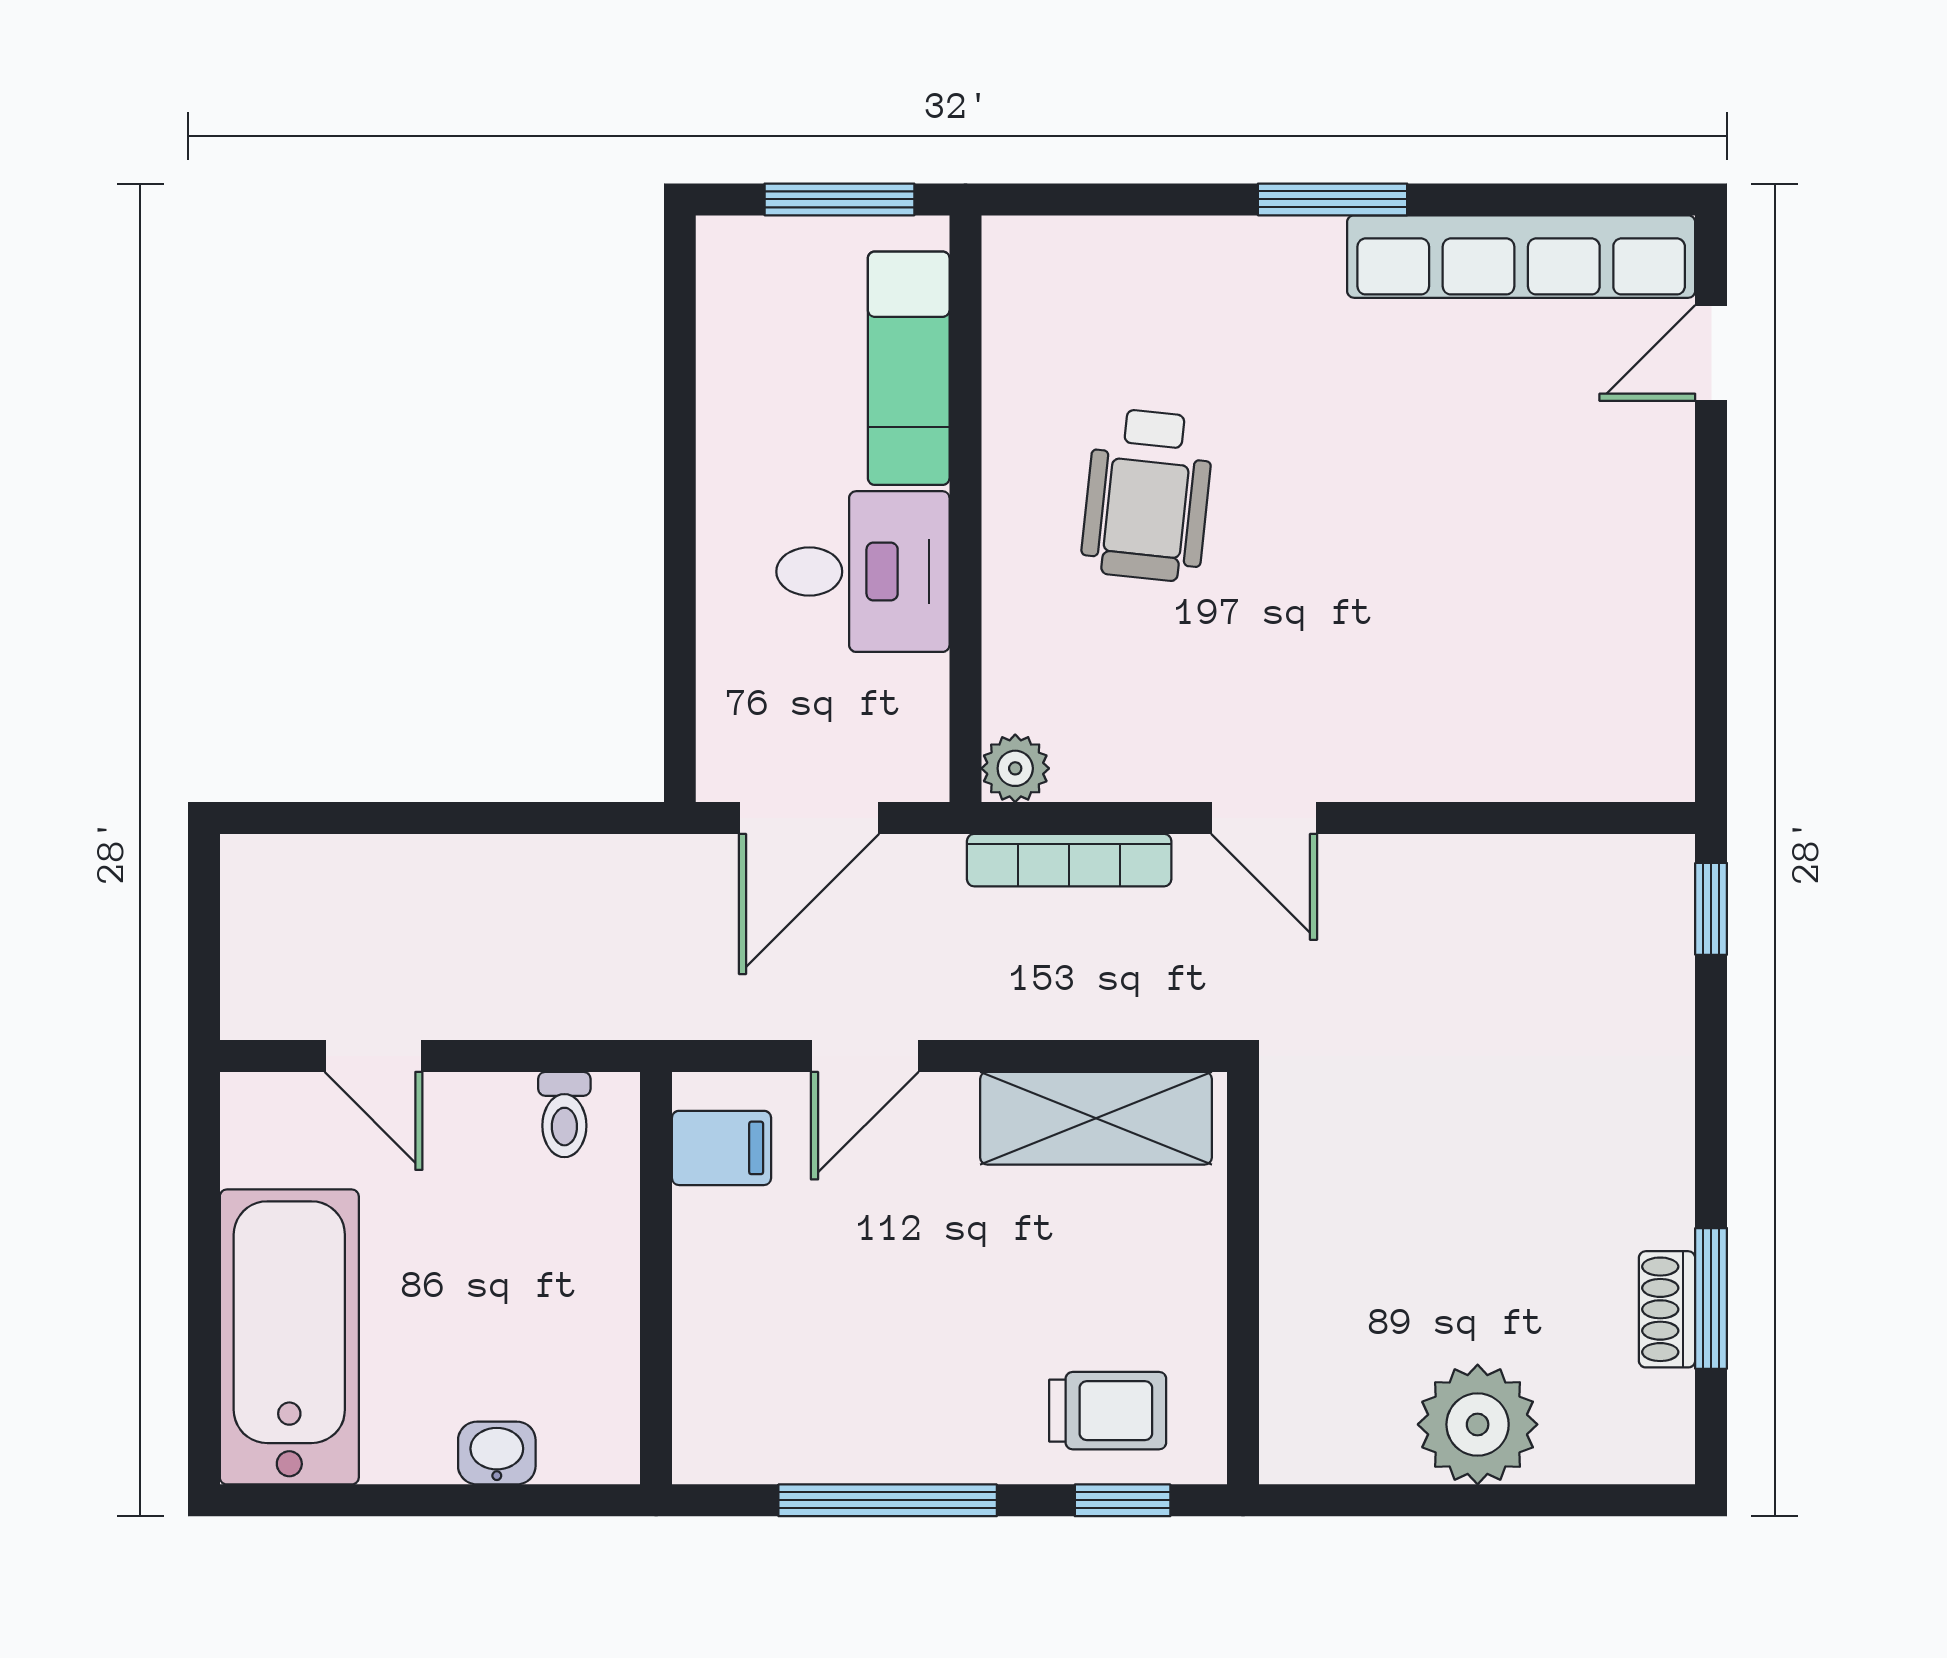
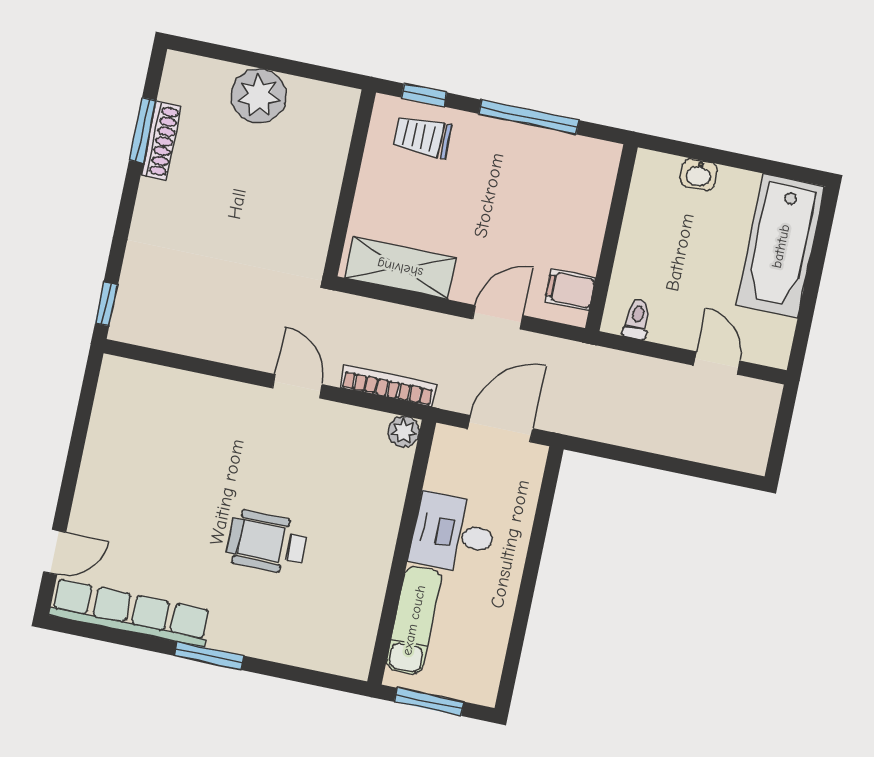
wheelchair: (1147, 495) -> (267, 542), moved, turned -96
shoe rack: (1667, 1309) -> (161, 141), width x1.43

